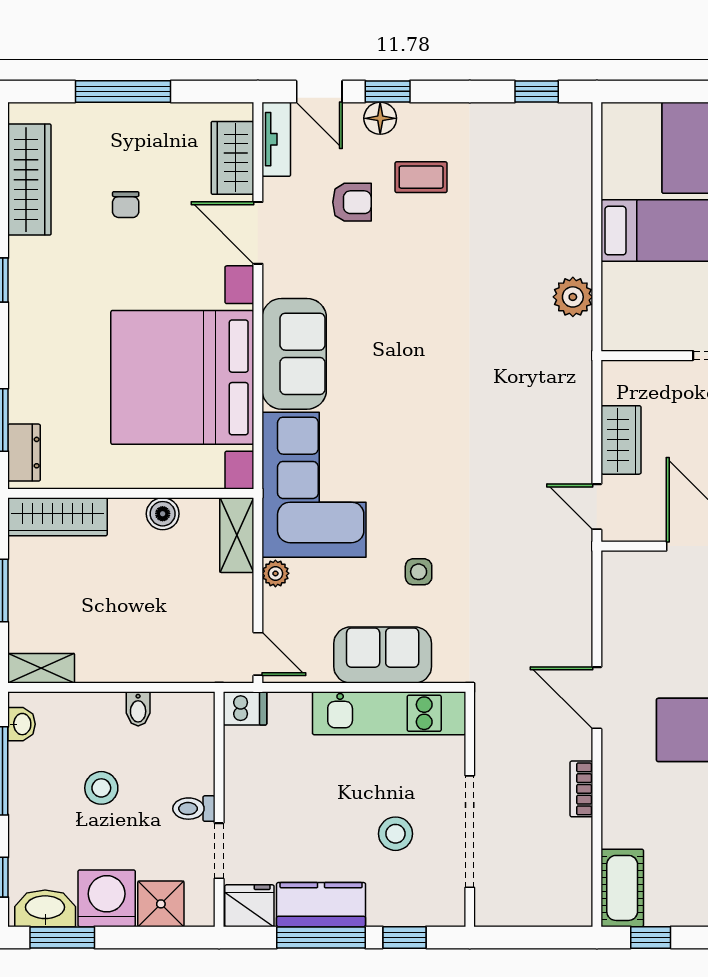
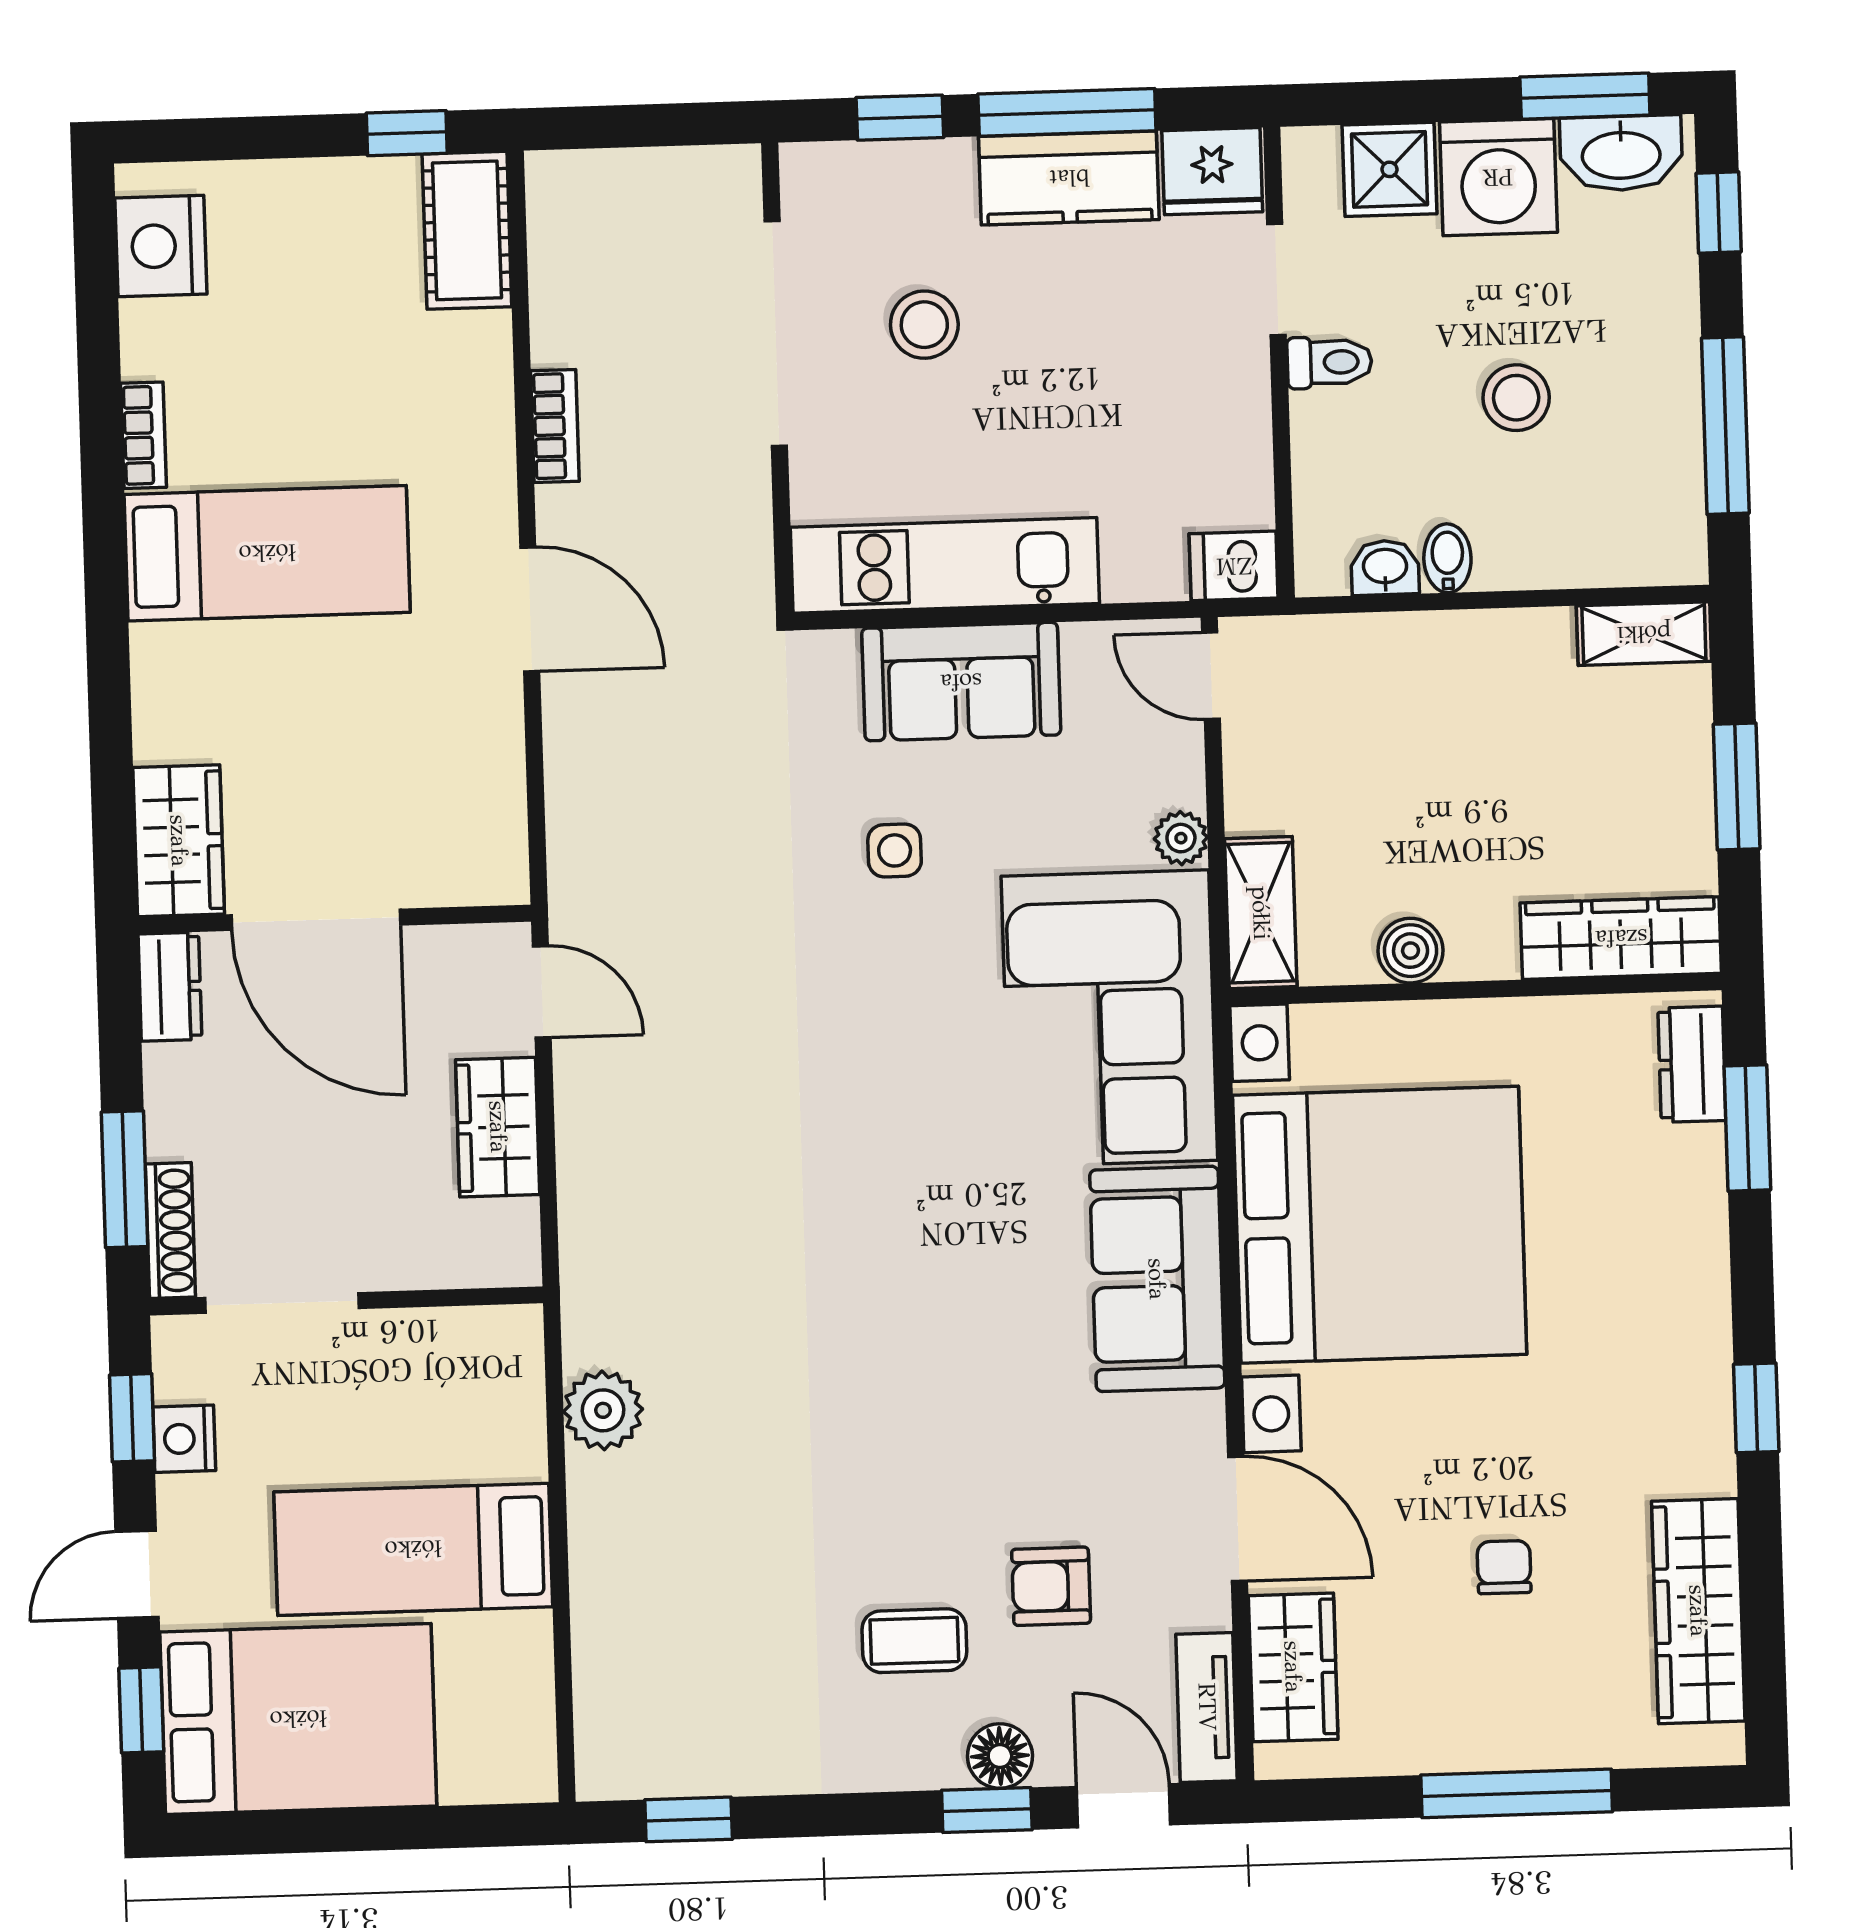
washbasin: (21, 724) -> (1385, 568), moved, turned 90

